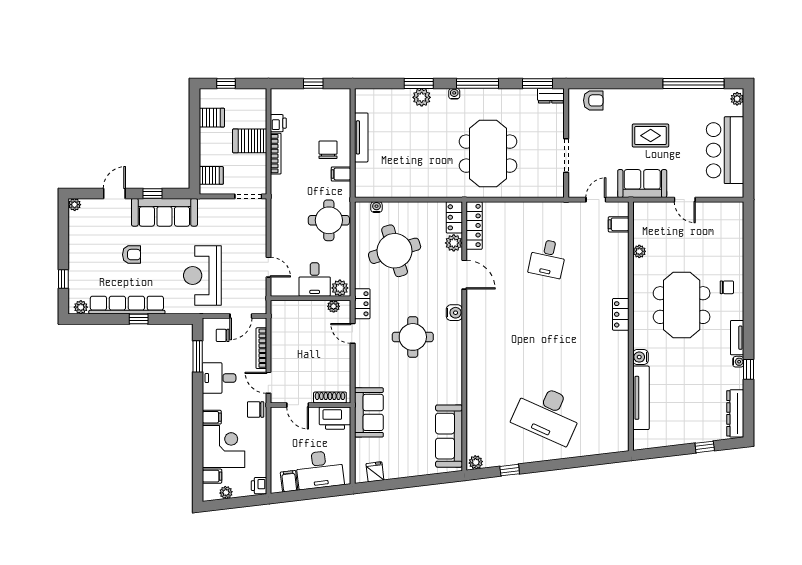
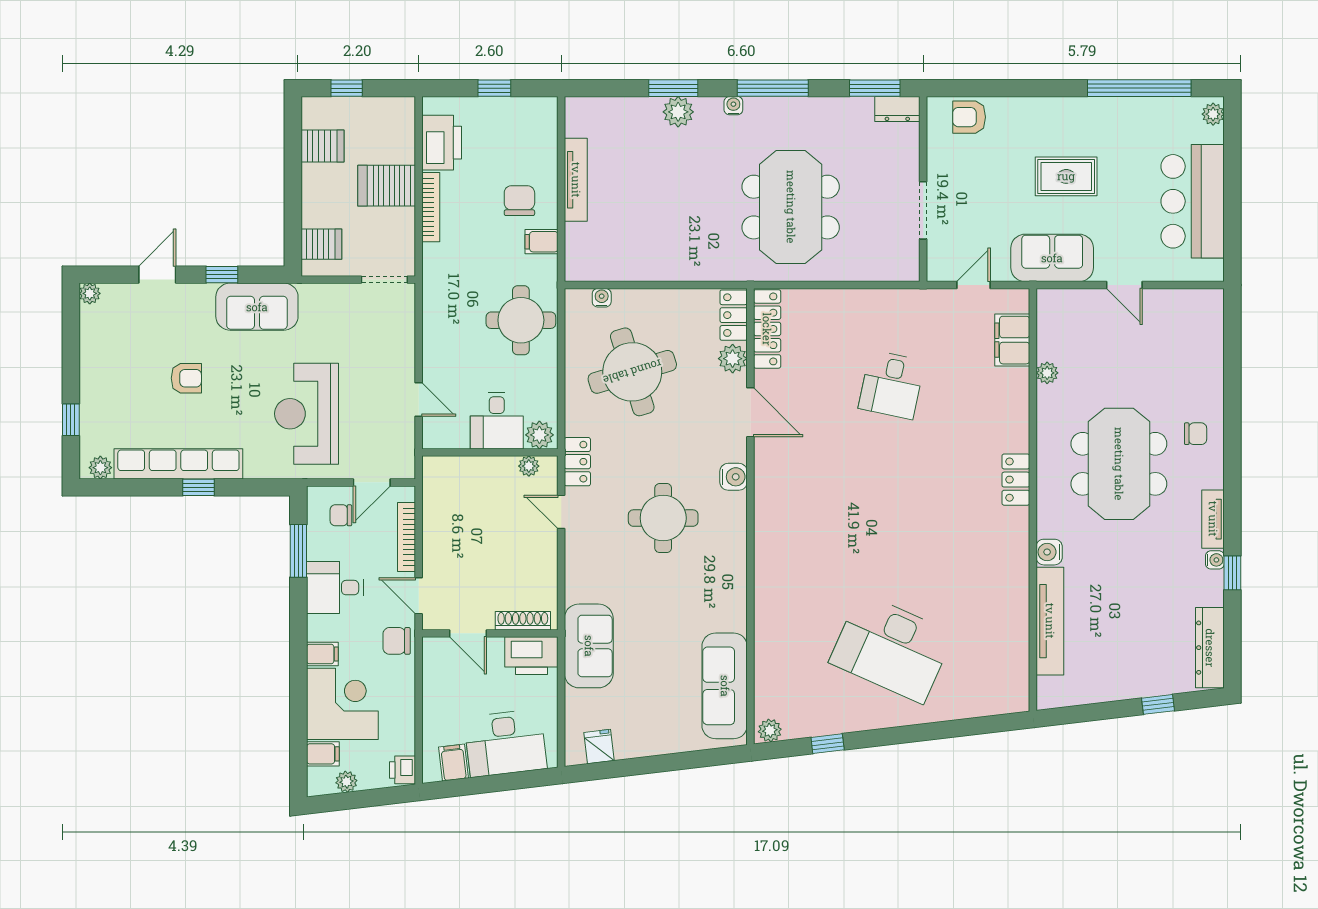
armchair: (593, 100) -> (969, 117), turned 180
printer: (278, 123) -> (442, 143), width x1.87, depth x1.48
sofa: (164, 212) -> (257, 307), width x0.73
filing cabinet: (619, 224) -> (1012, 340), width x2.00

